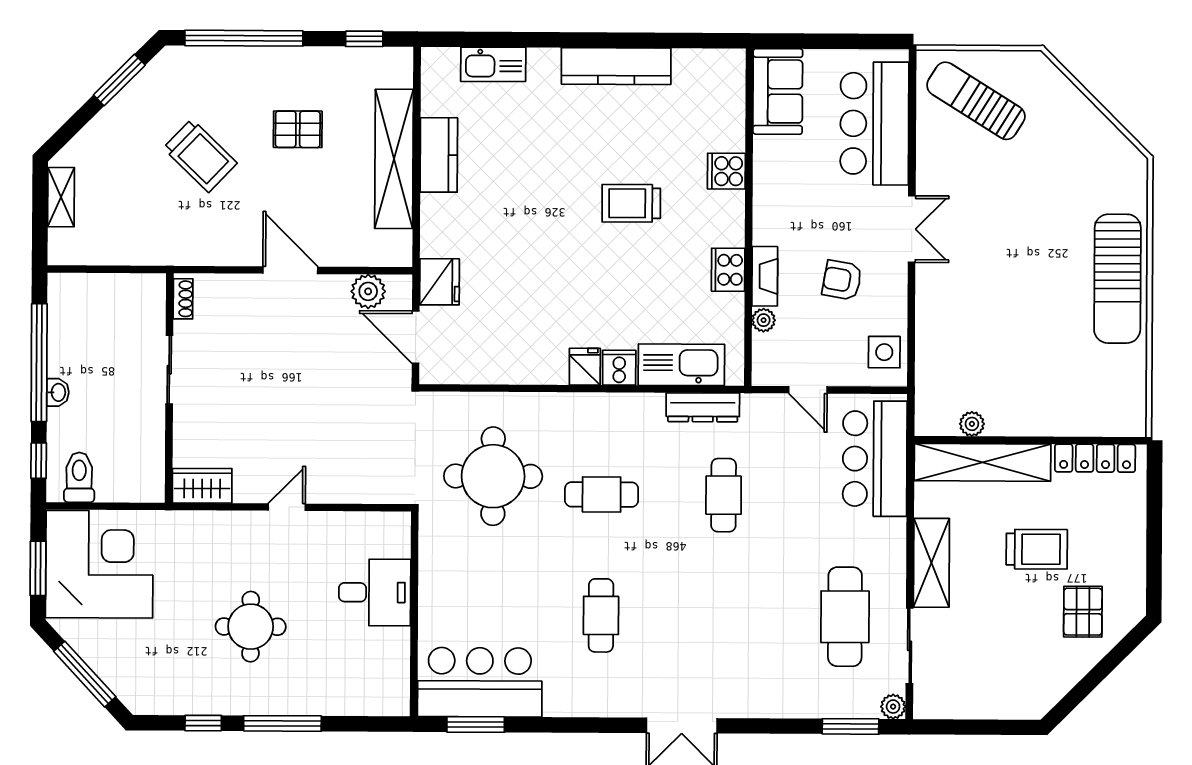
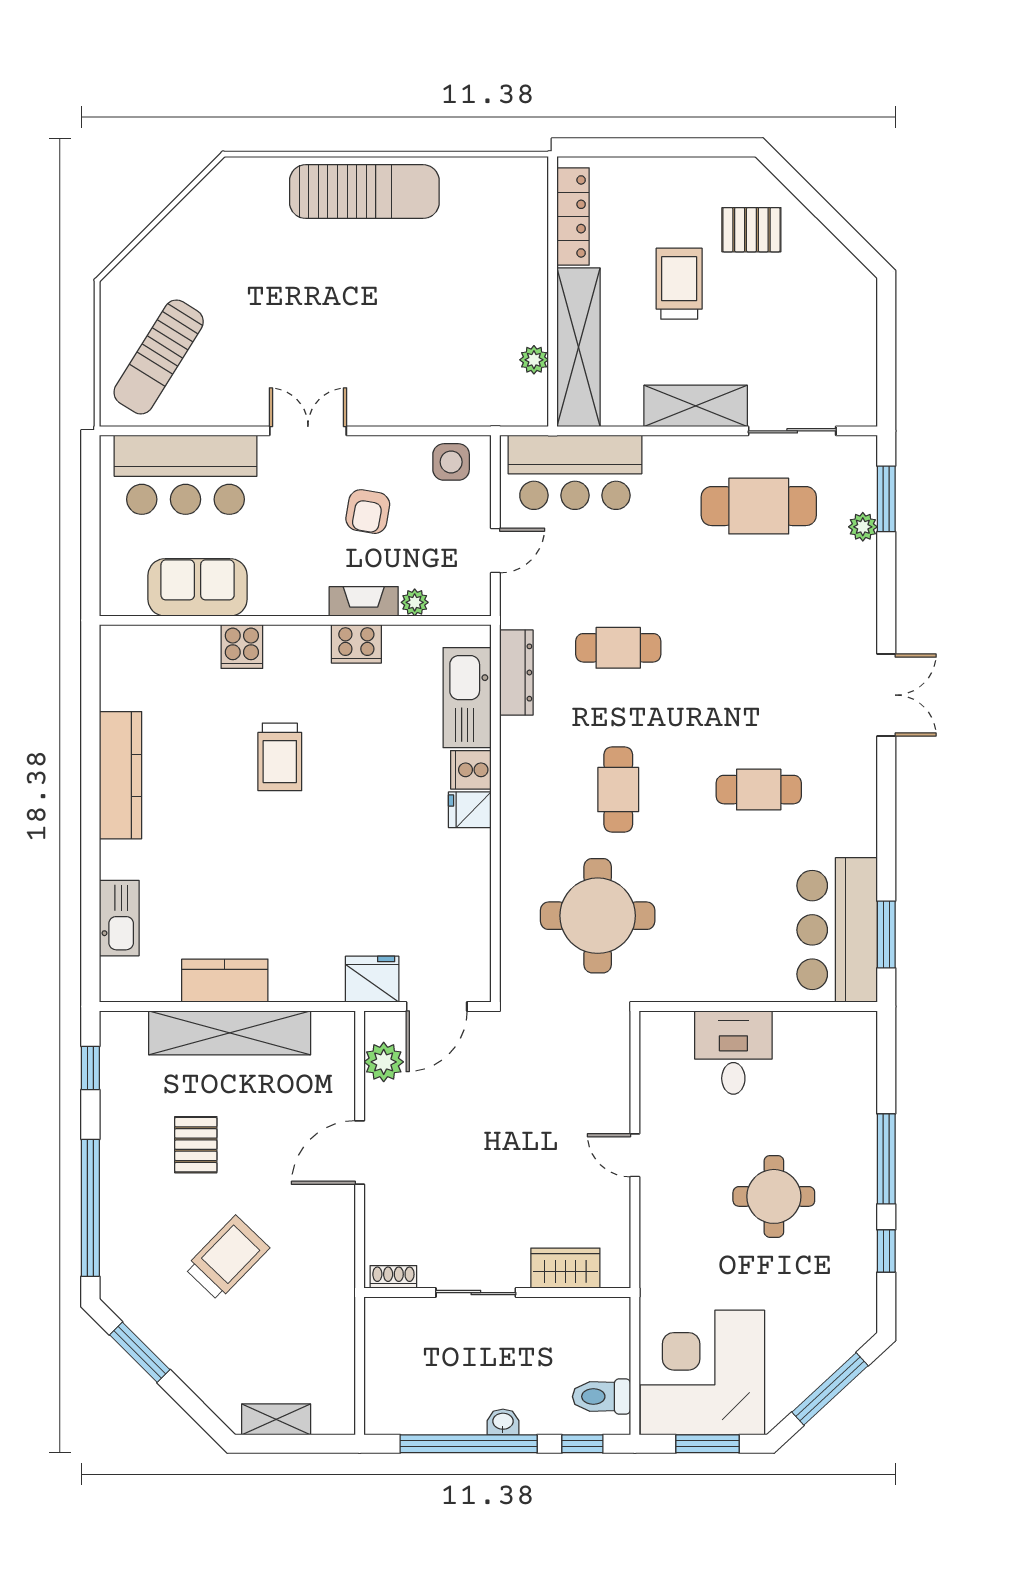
sofa: (778, 91) -> (198, 587), moved
wardrobe: (202, 486) -> (565, 1268), moved, turned 90
plant: (893, 707) -> (863, 527), moved

